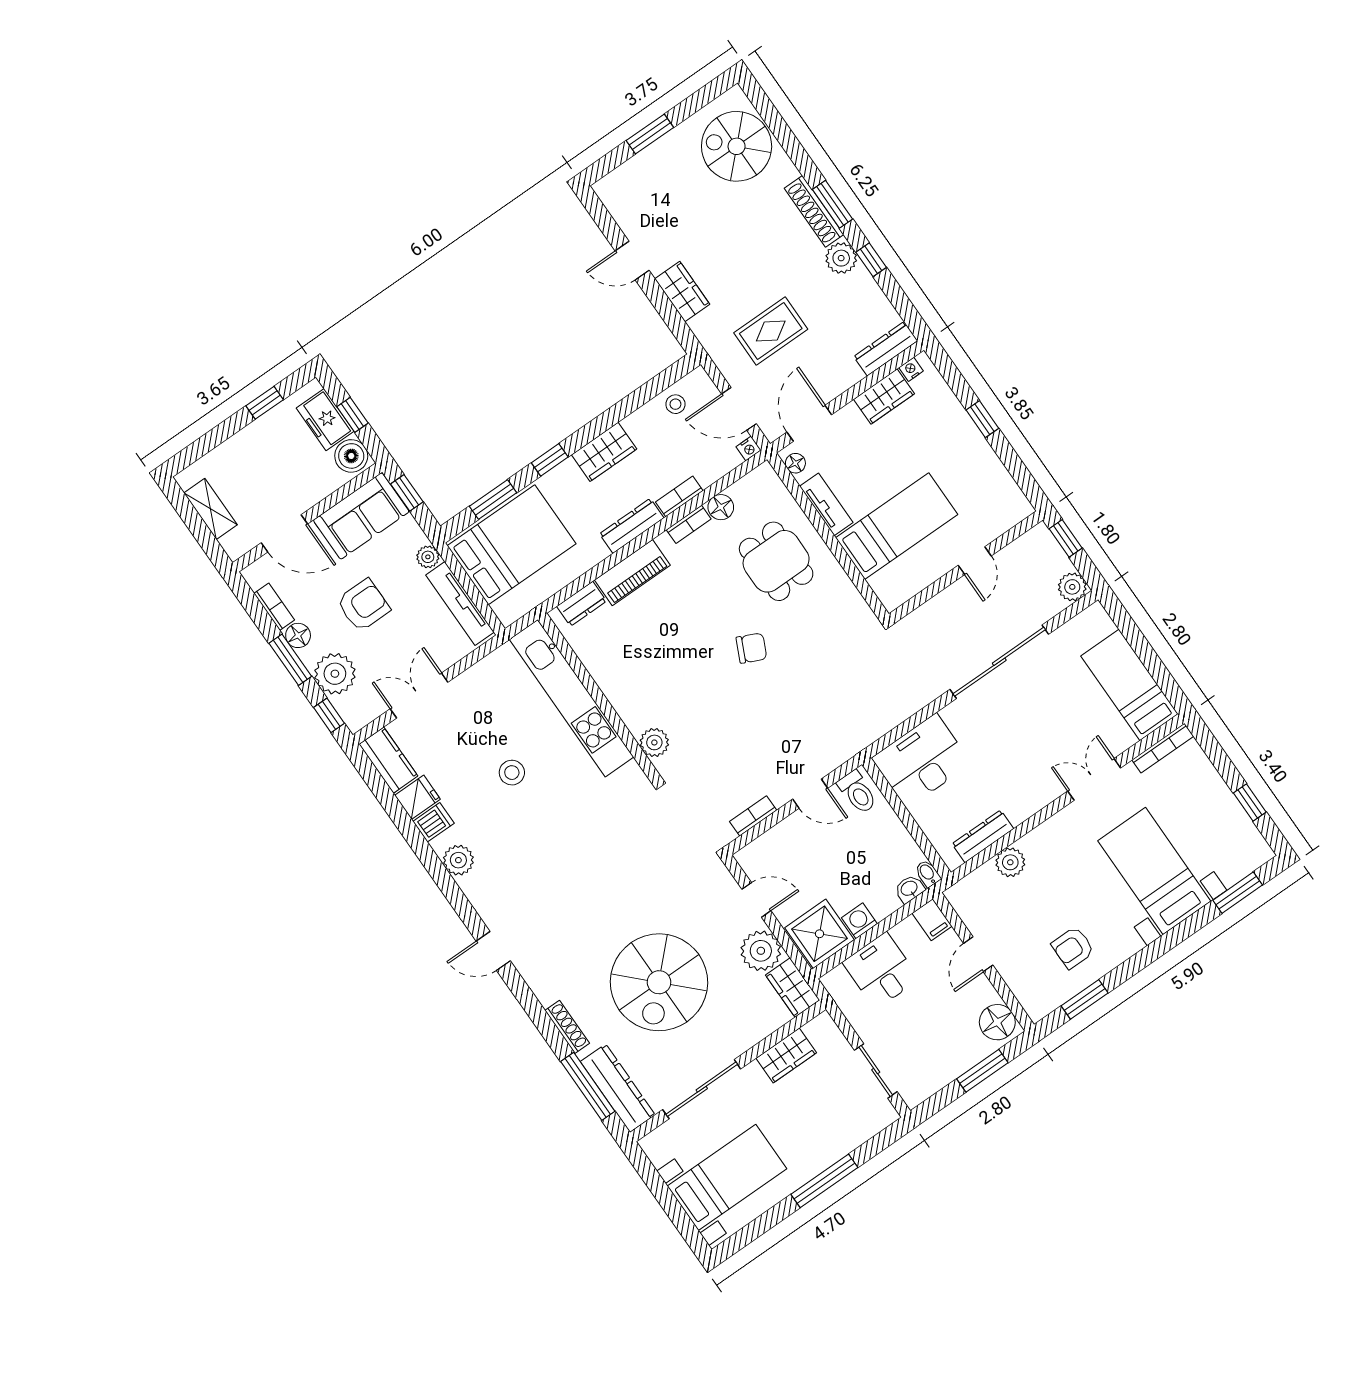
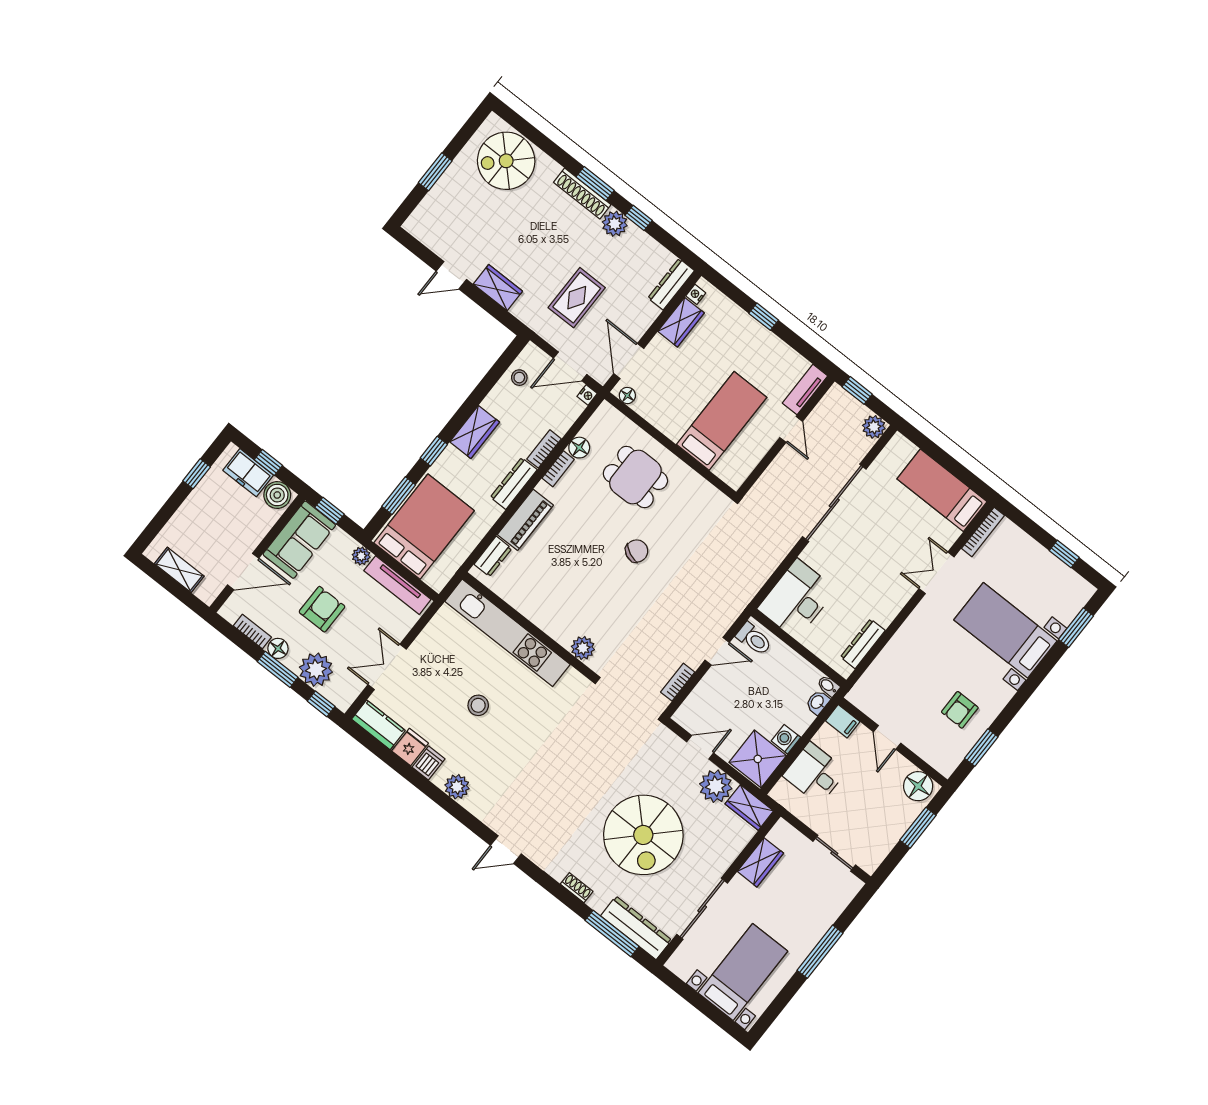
tv unit: (826, 504) -> (805, 389), moved, turned -90
plant: (1010, 862) -> (890, 658), removed
shoe rack: (567, 1027) -> (577, 888), width x0.70

